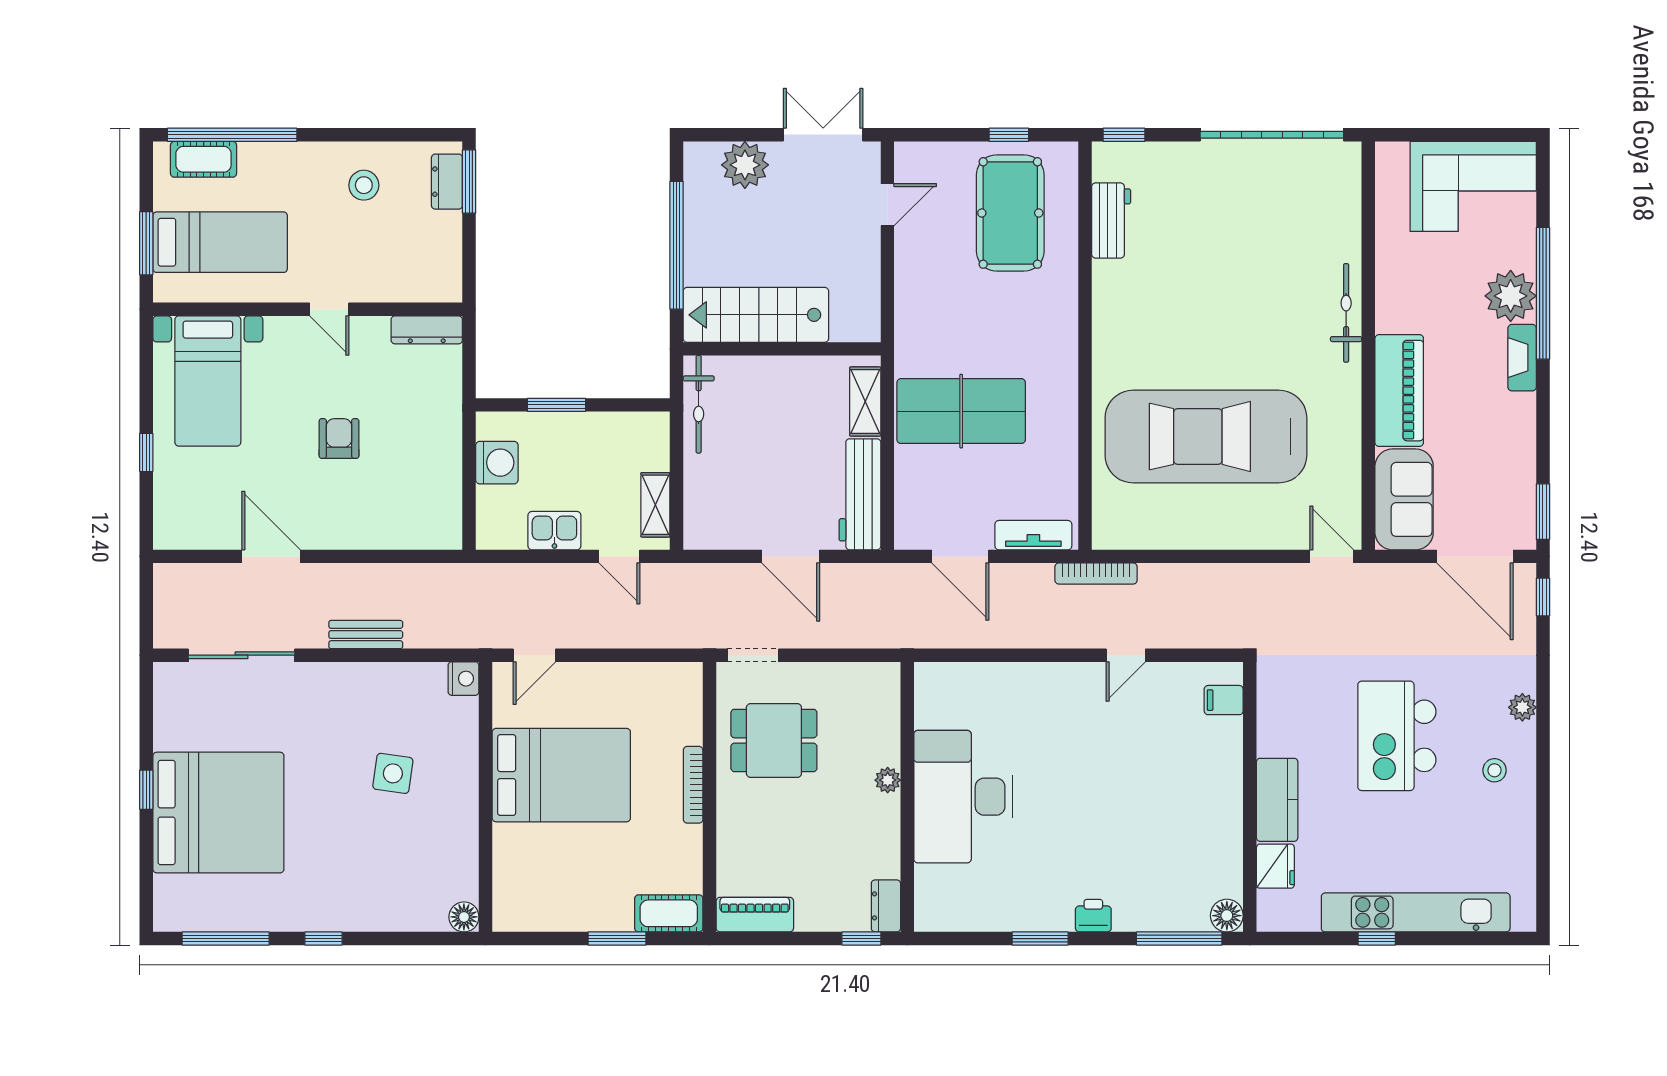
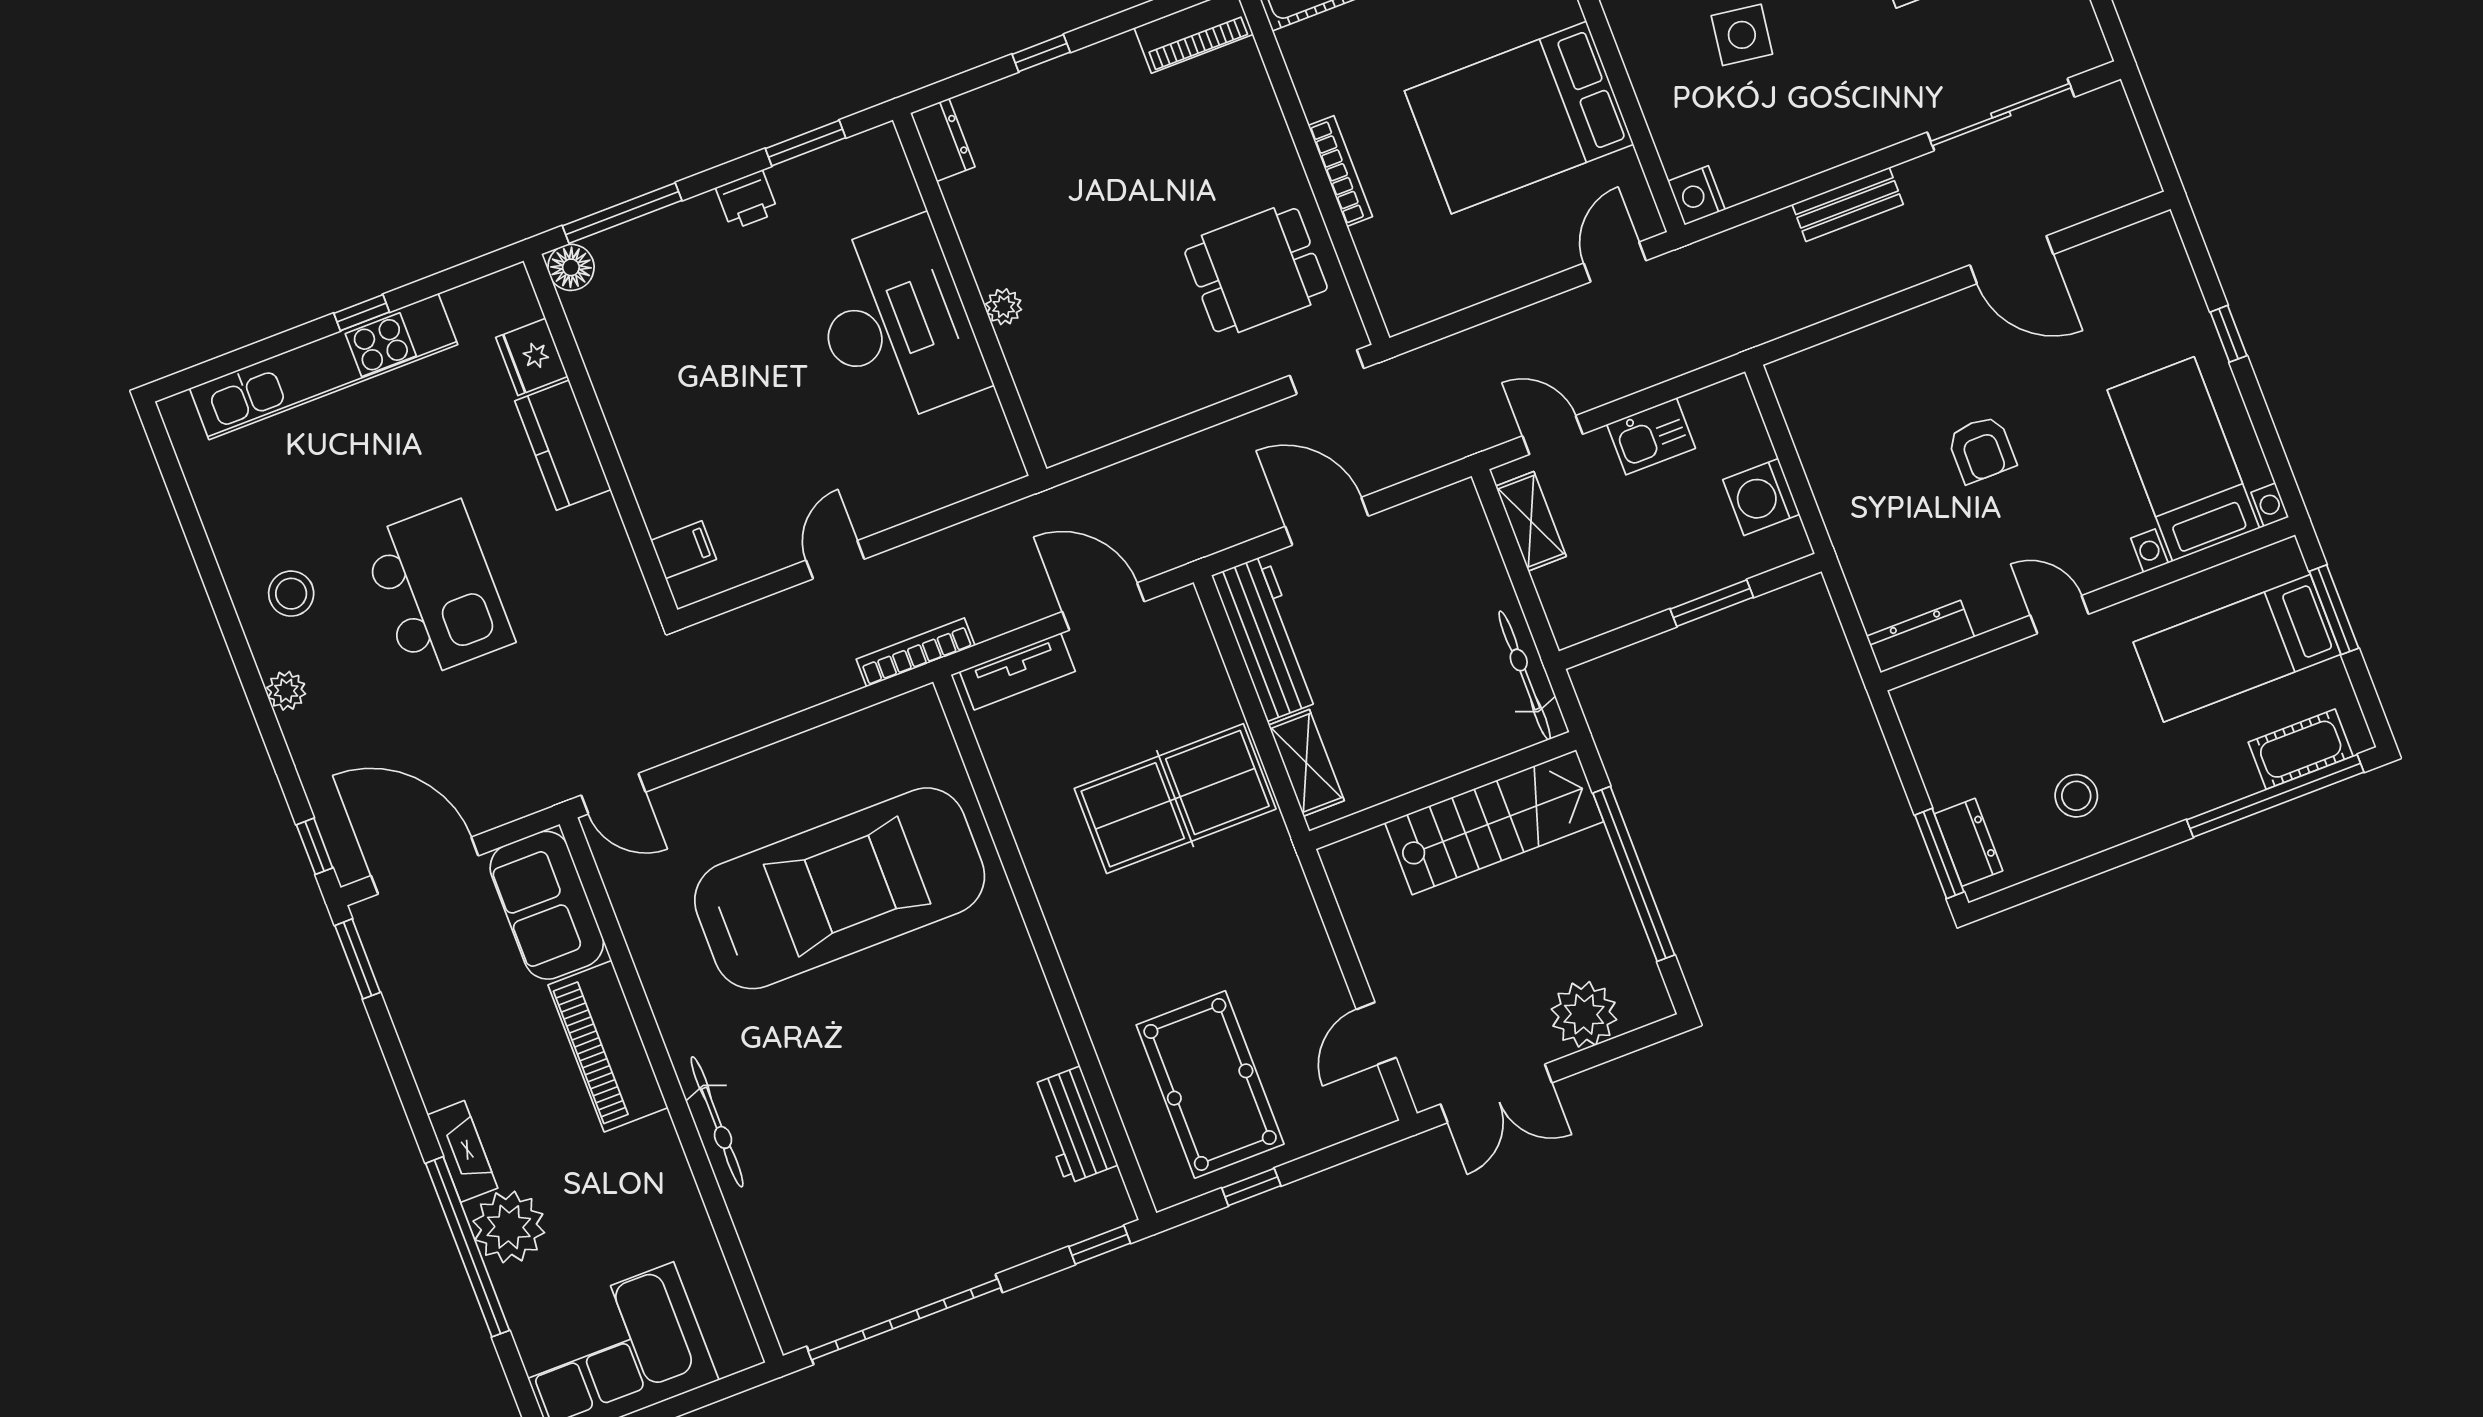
stool: (1494, 770) -> (291, 594), width x1.37, depth x1.37
plant: (888, 780) -> (1004, 307), moved
wall: (907, 797) -> (970, 294), moved
desk: (963, 797) -> (896, 323), moved
dresser: (886, 906) -> (943, 140), moved

